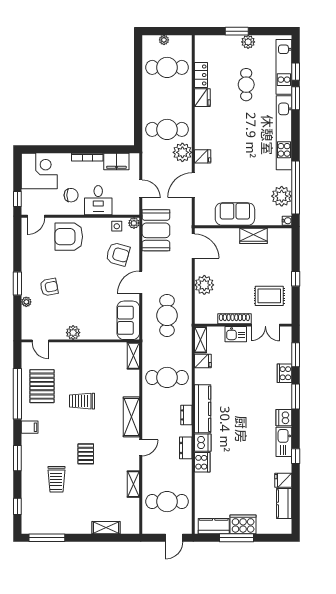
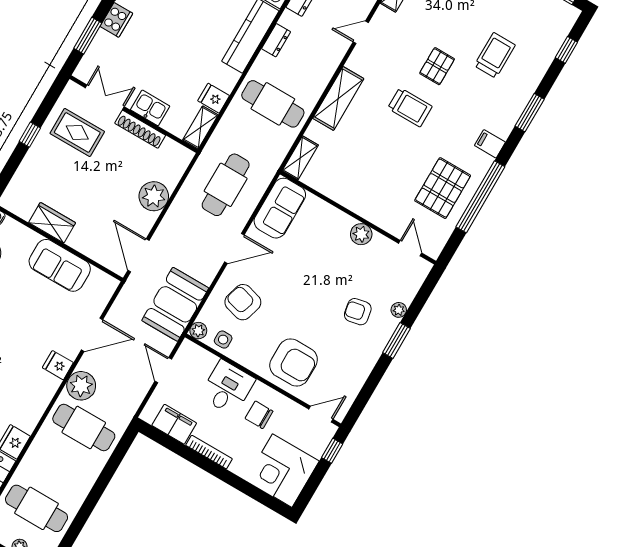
trolley: (82, 401) -> (410, 107), moved
shelving: (131, 417) -> (338, 98), moved

